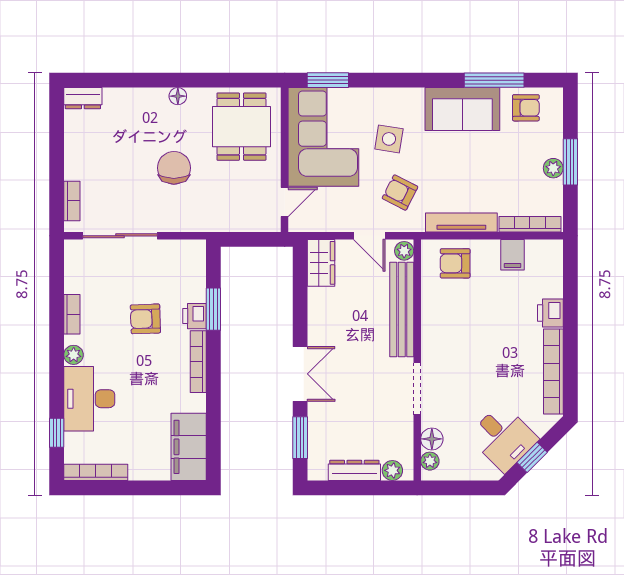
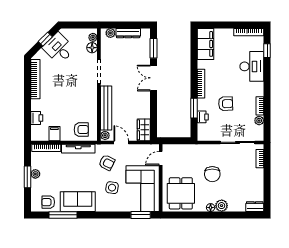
plant: (154, 100) -> (222, 206), added
printer: (550, 313) -> (37, 118), moved
printer: (195, 316) -> (203, 117), moved
plant: (74, 355) -> (259, 121), moved

